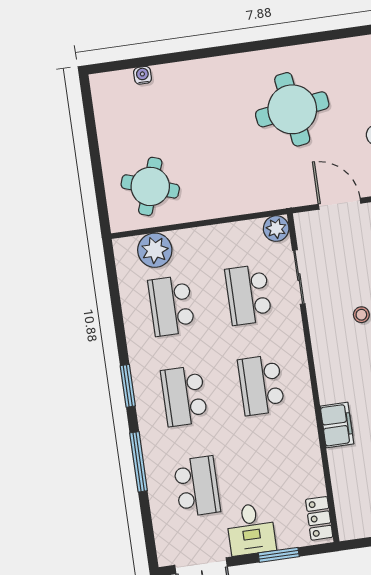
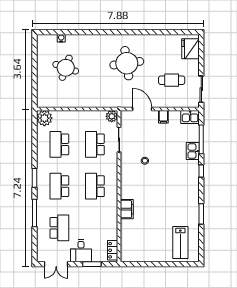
round table: (150, 186) -> (66, 68), moved
plant: (155, 250) -> (44, 118), moved

